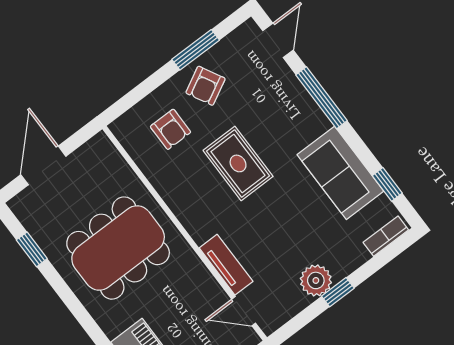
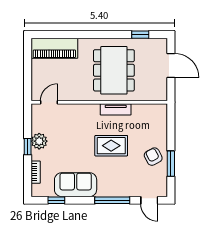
armchair: (170, 129) -> (146, 129), removed
bookcase: (386, 236) -> (36, 172), moved
tv unit: (226, 265) -> (116, 109), moved

